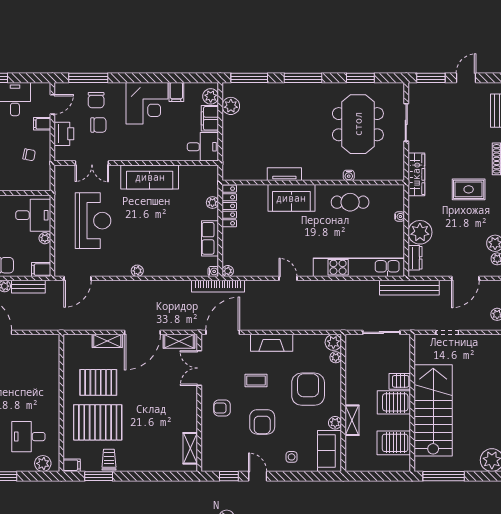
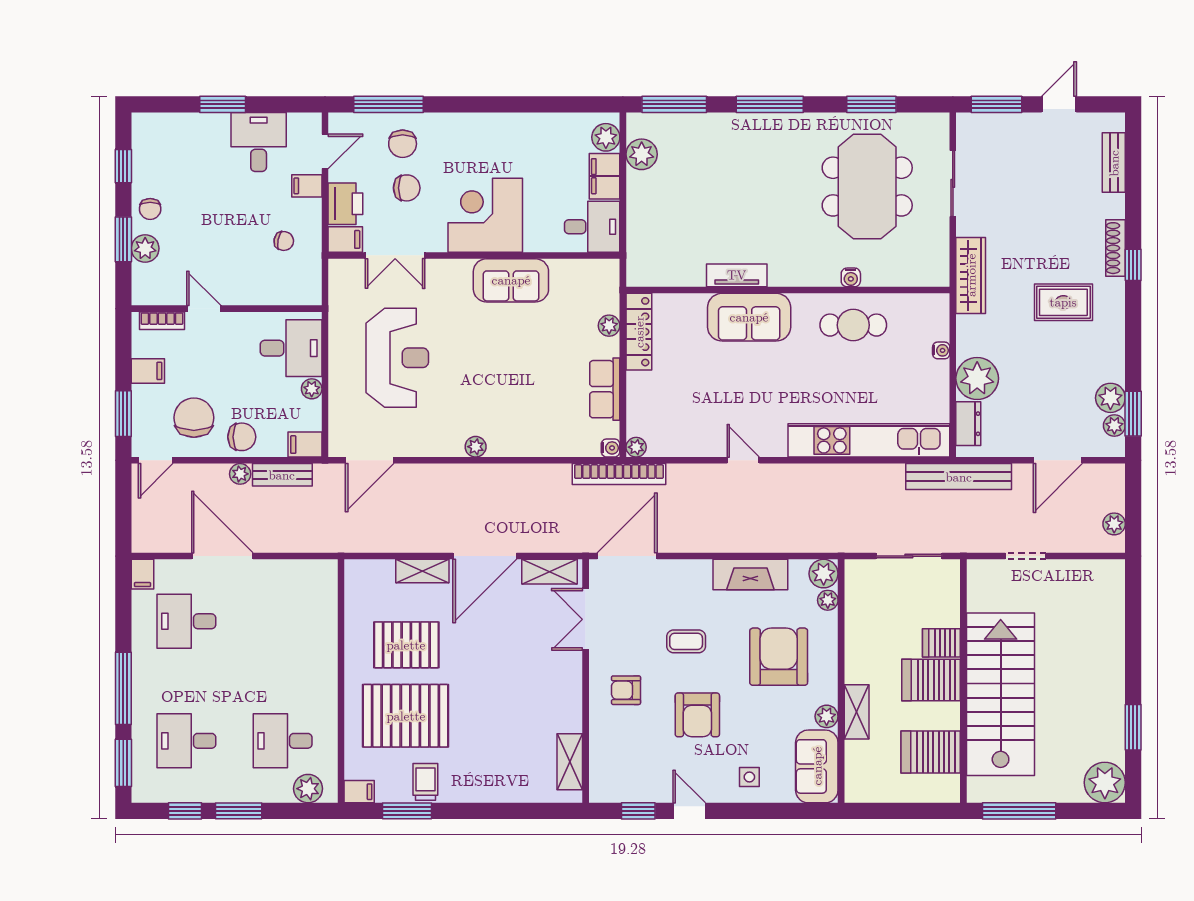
filing cabinet: (176, 92) -> (345, 239), moved, turned -90
corner desk: (147, 103) -> (485, 215), moved, turned 180
sofa: (150, 177) -> (511, 280), width x0.73
fireplace: (272, 343) -> (750, 575), moved

